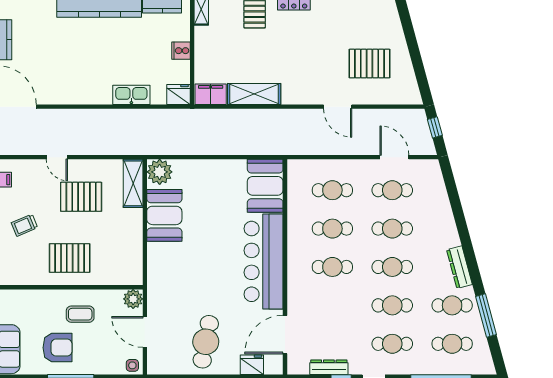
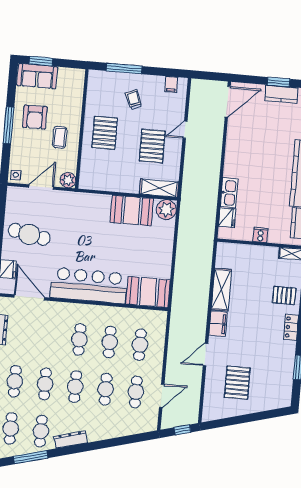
fridge: (178, 94) -> (227, 218), moved
filing cabinet: (211, 94) -> (218, 324), moved

